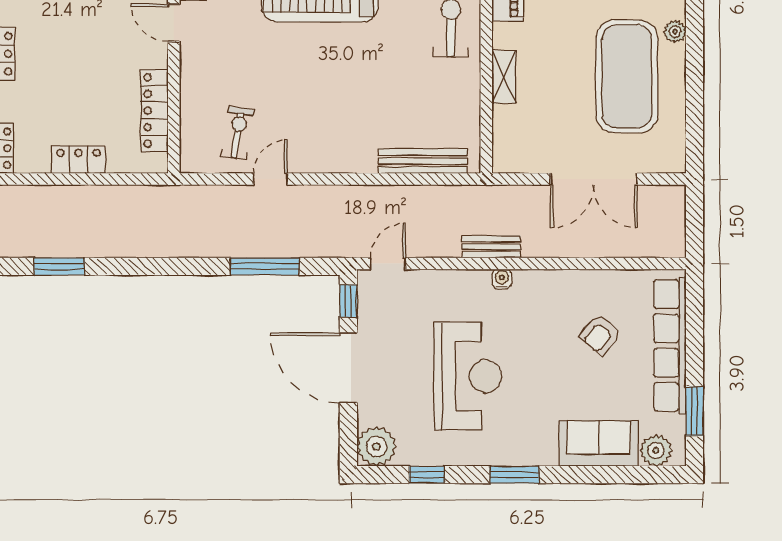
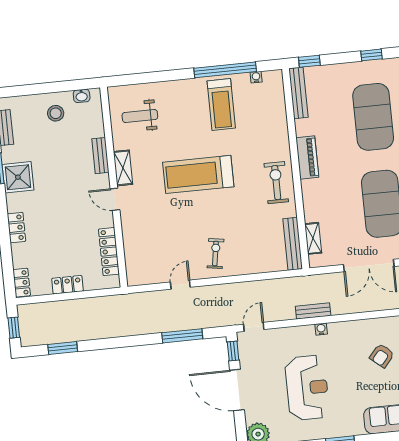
shelving: (504, 77) -> (313, 238), moved
exercise bike: (238, 133) -> (215, 254), moved
bench: (423, 161) -> (293, 244), moved, turned 90

